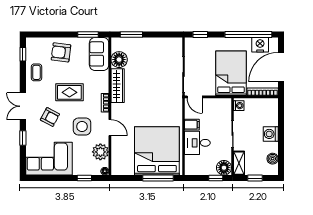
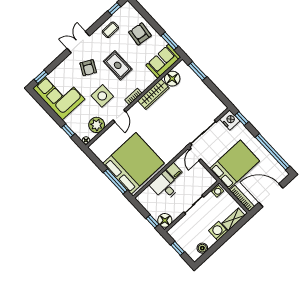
nightstand: (260, 45) -> (230, 120), moved
window: (23, 138) -> (41, 77), moved
shelving: (239, 163) -> (233, 219), moved

